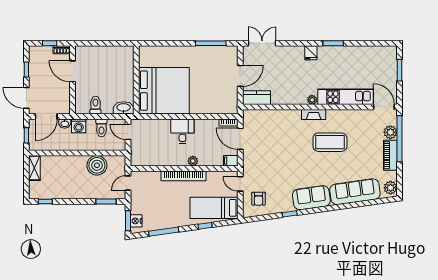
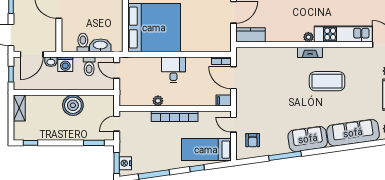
washbasin: (124, 108) -> (100, 45), moved
plant: (193, 161) -> (158, 101), moved
boiler: (97, 165) -> (73, 105), moved
window: (290, 214) -> (285, 156), width x2.17

